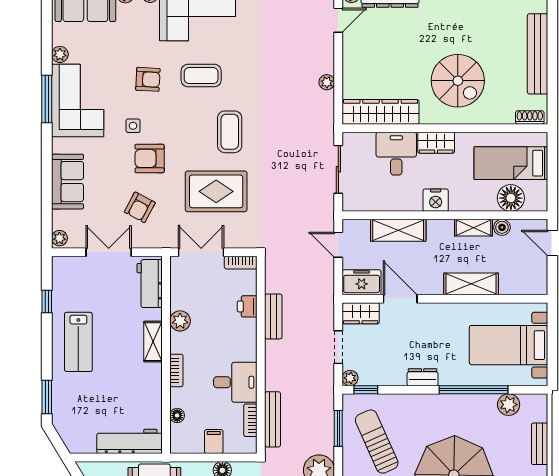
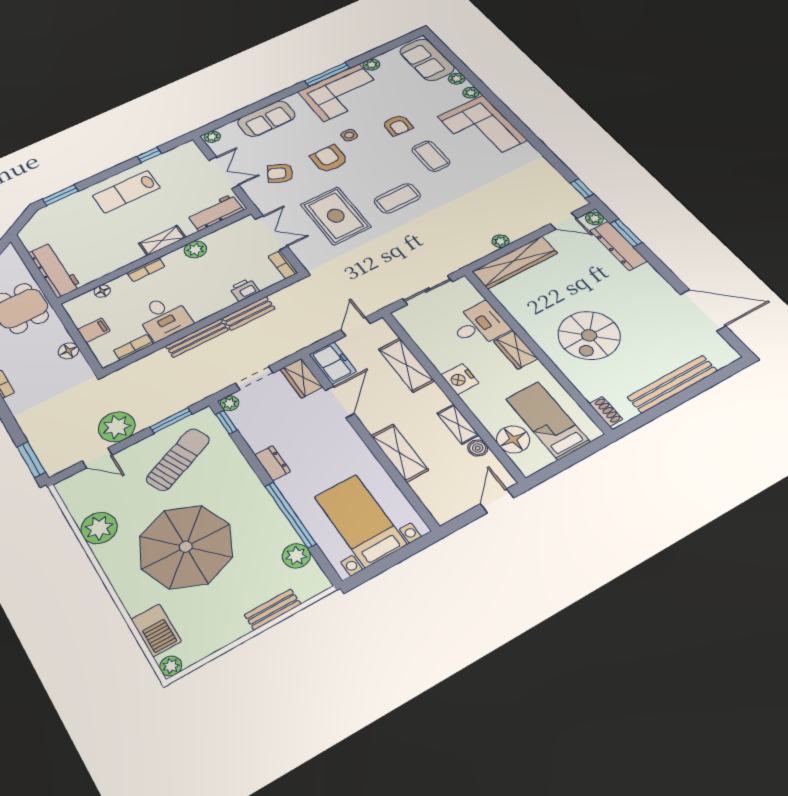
wardrobe: (381, 112) -> (515, 262), moved, turned 90
bench: (273, 419) -> (197, 338), moved

